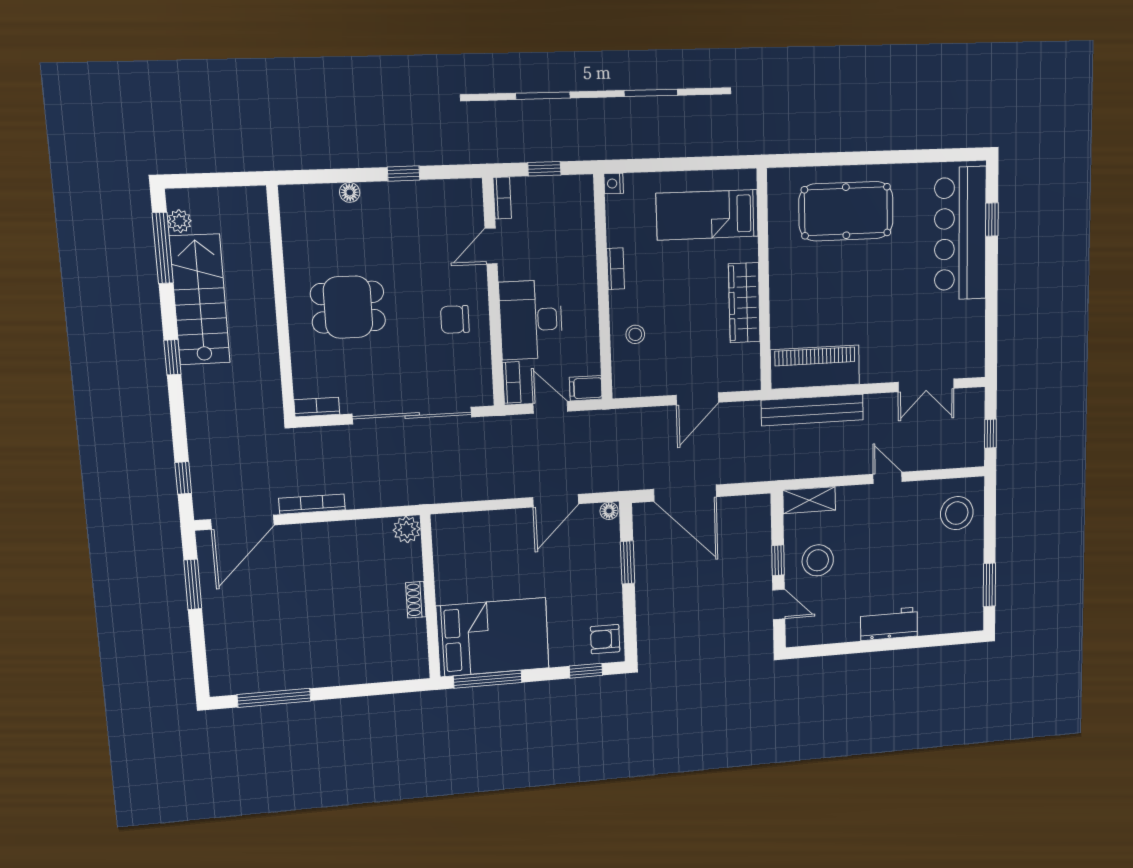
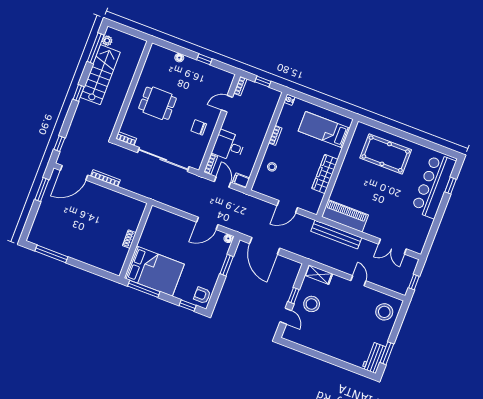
desk: (531, 320) -> (229, 146), width x0.73
plant: (407, 530) -> (139, 207), removed
workbench: (889, 624) -> (374, 358), moved, turned -90

